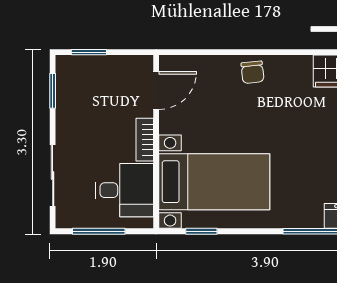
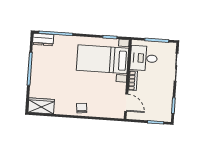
door: (156, 90) -> (126, 103), swing flipped

